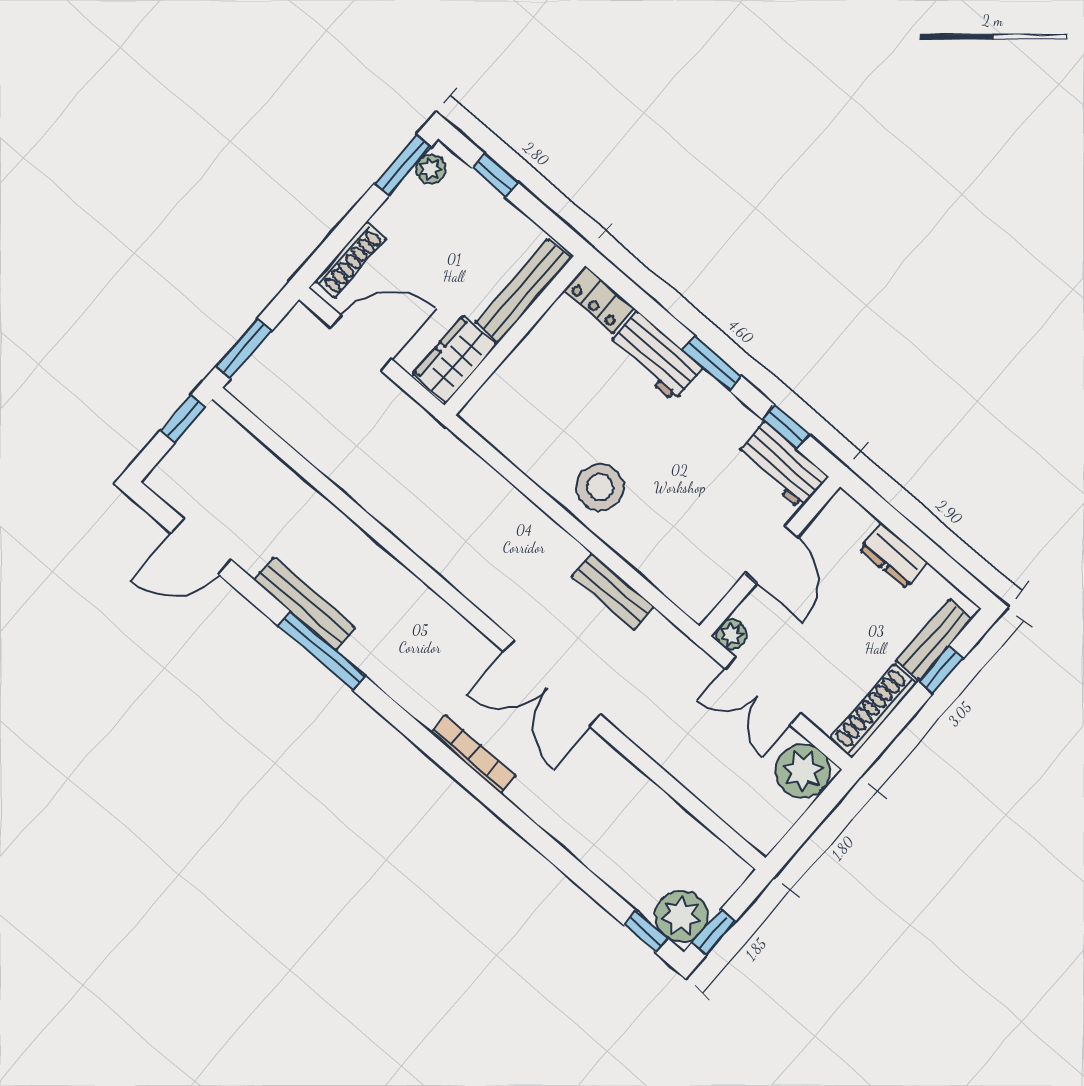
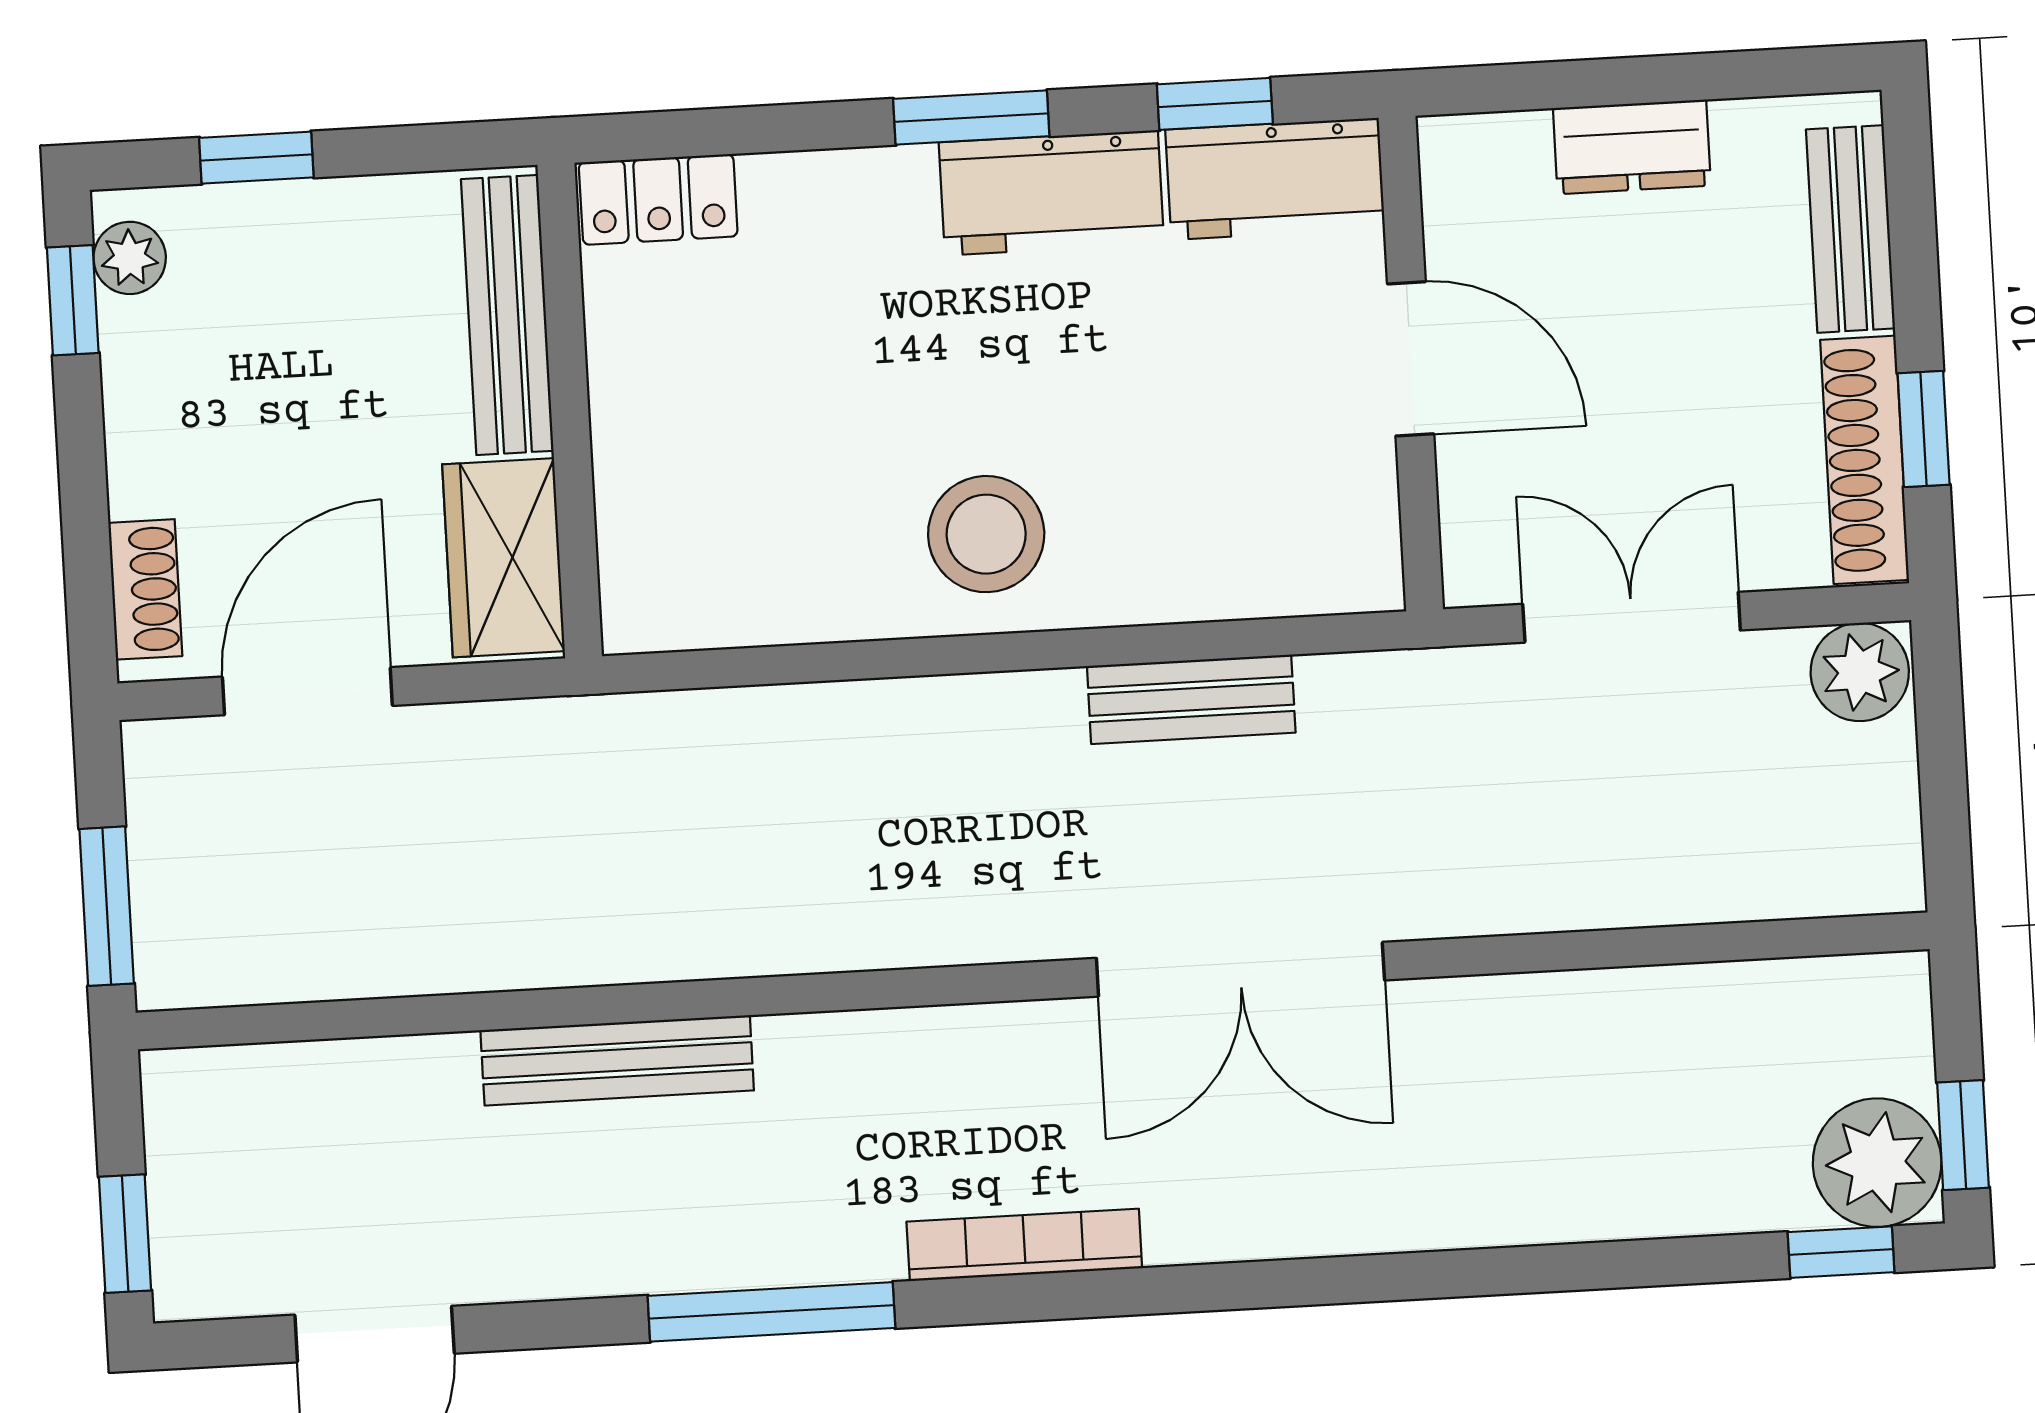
window: (403, 165) -> (73, 300), width x0.67
shoe rack: (351, 260) -> (145, 589), width x0.70
workbench: (655, 356) -> (1051, 193), moved
window: (183, 419) -> (125, 1234), moved
bench: (304, 604) -> (617, 1060), moved
plant: (731, 635) -> (1478, 570), removed
window: (941, 670) -> (1924, 429), moved
double door: (763, 691) -> (1632, 617), swing flipped
bookcase: (473, 754) -> (1024, 1245), moved
plant: (803, 771) -> (1860, 672), width x0.73, depth x0.73

